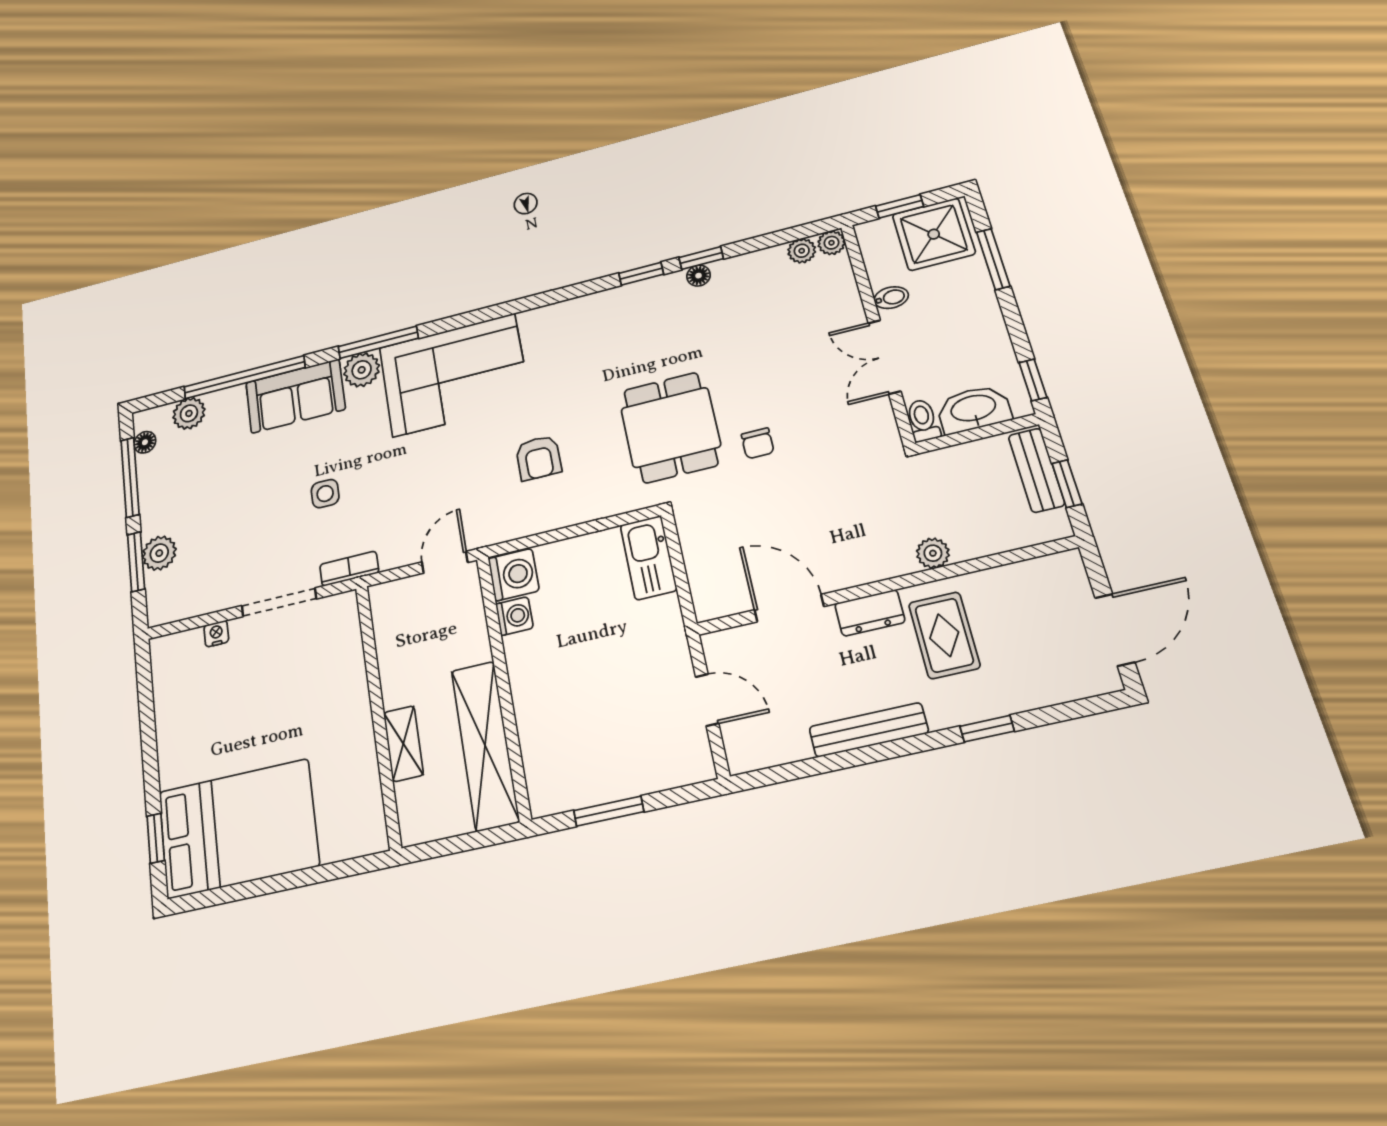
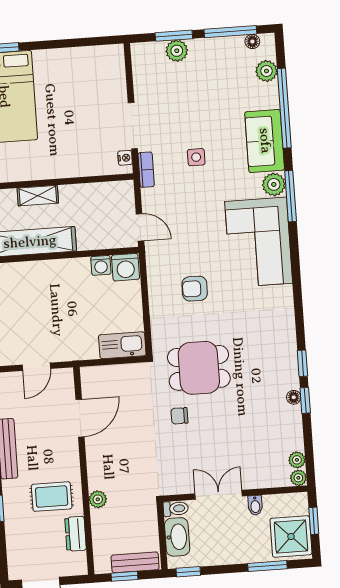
dresser: (870, 613) -> (75, 534), moved
nightstand: (216, 634) -> (125, 158), moved

